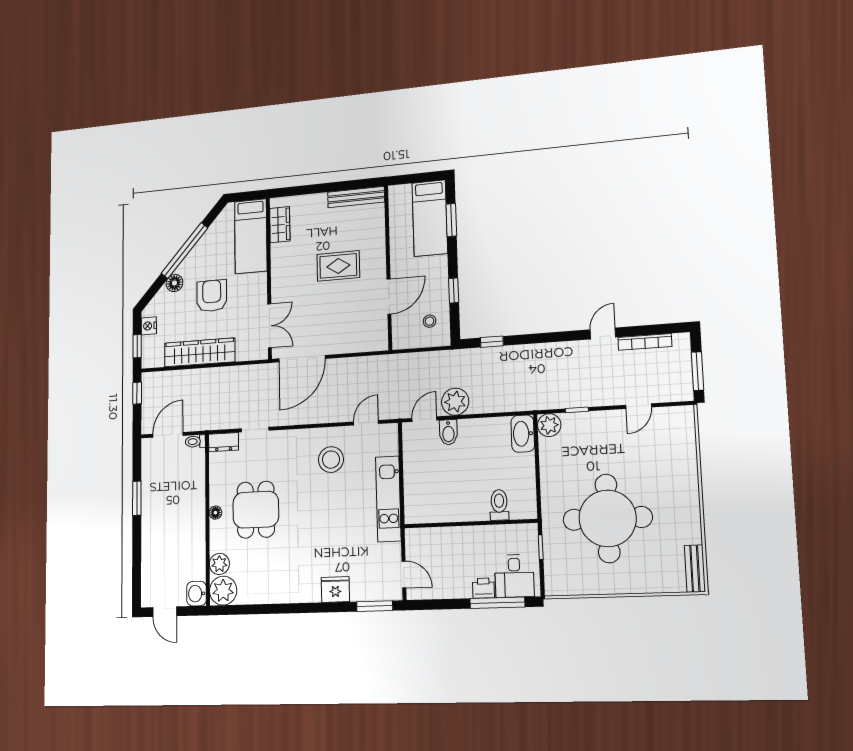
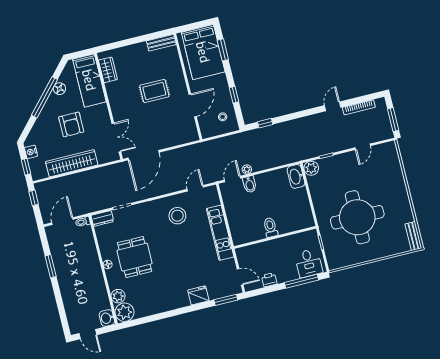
bench: (356, 197) -> (161, 43), width x0.73
bed: (430, 218) -> (203, 52), width x1.50
floor lamp: (174, 283) -> (59, 89), moved
armchair: (212, 296) -> (71, 124), turned 180
plant: (455, 402) -> (247, 169), width x0.53, depth x0.53
toilet: (499, 505) -> (270, 227), moved
printer: (483, 588) -> (269, 280), moved

